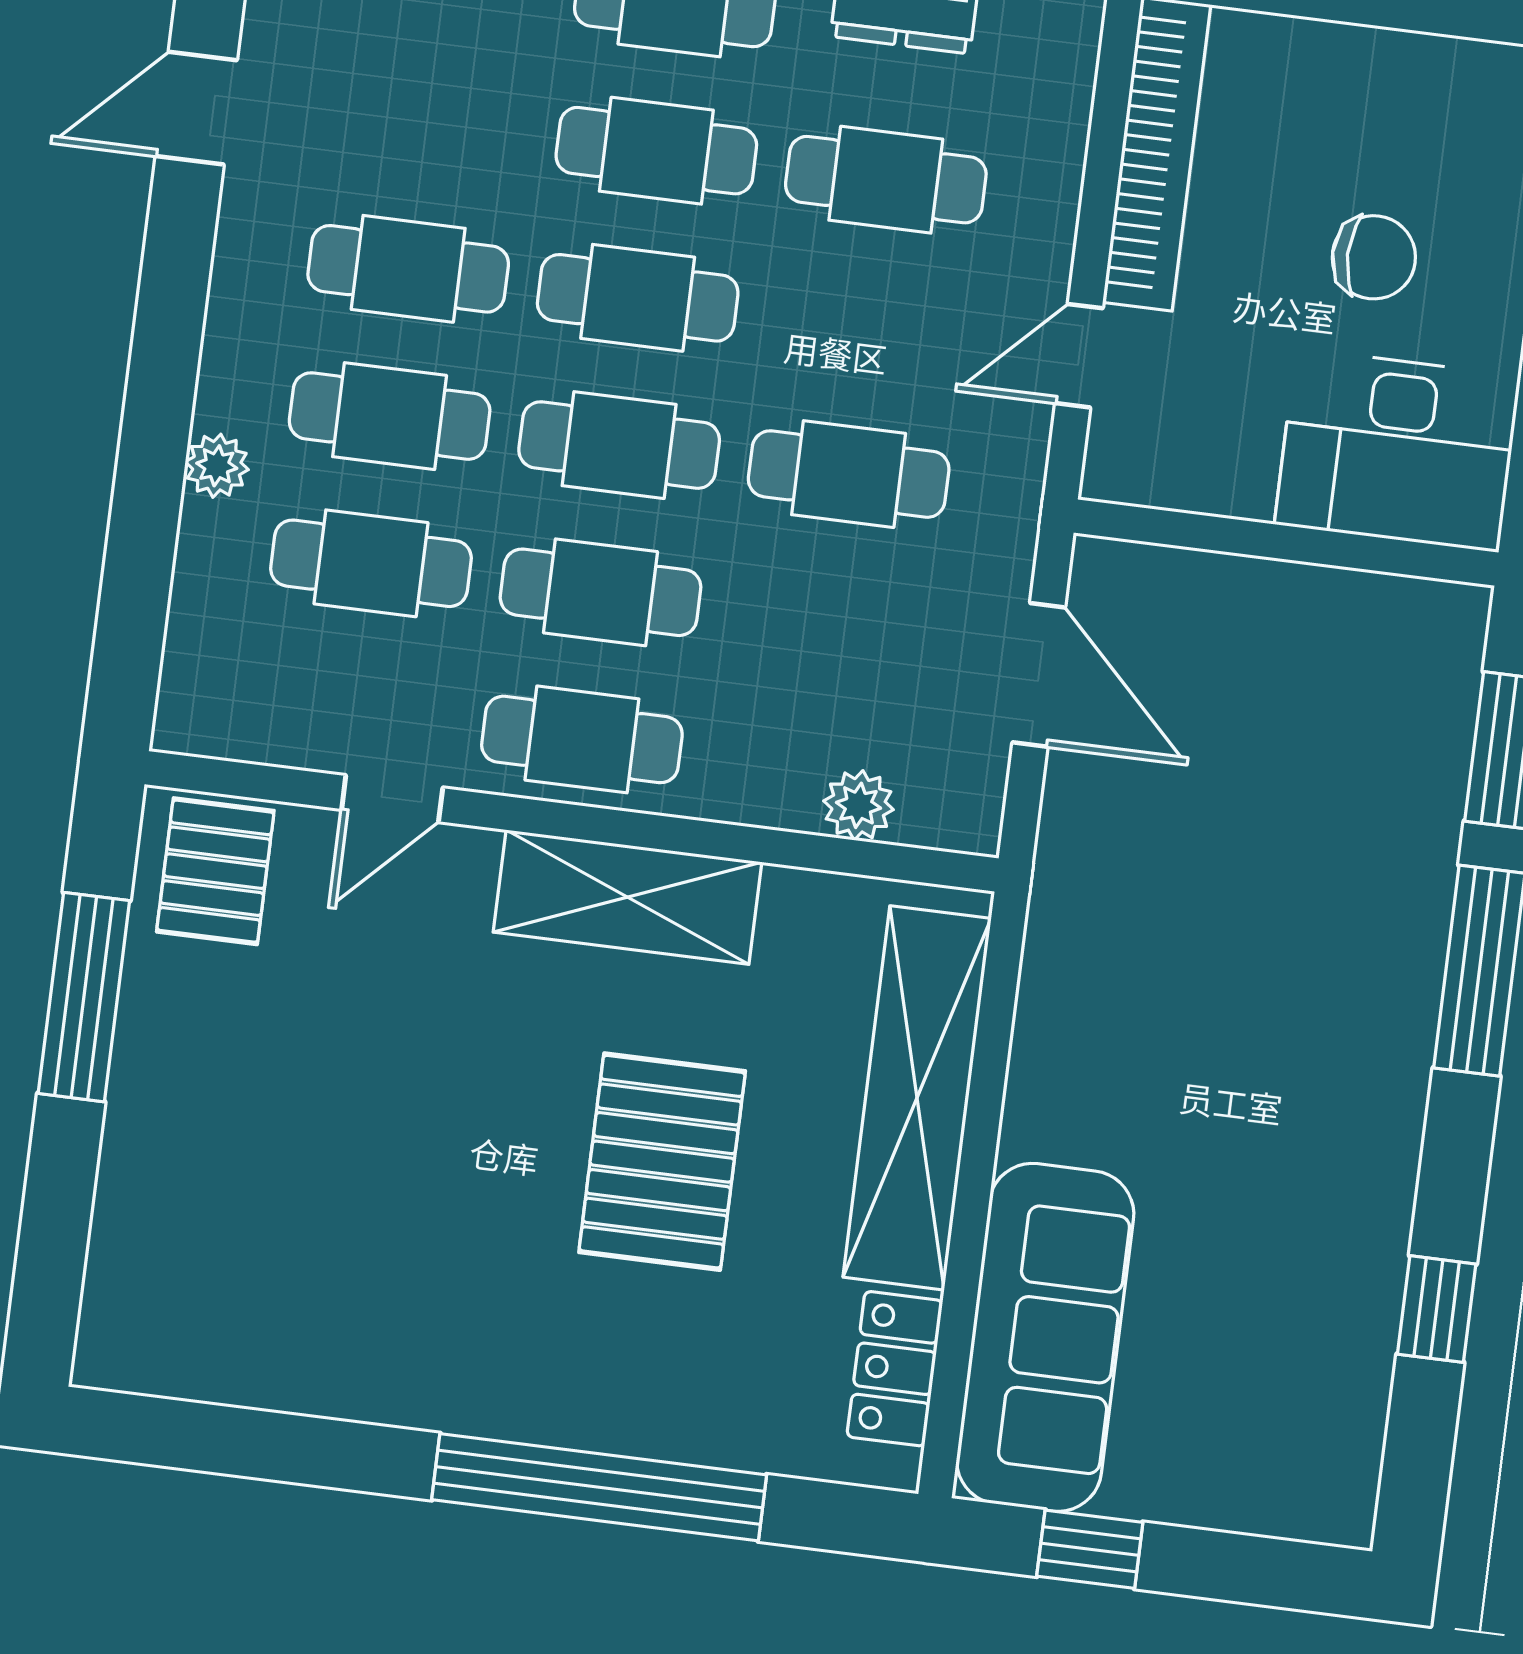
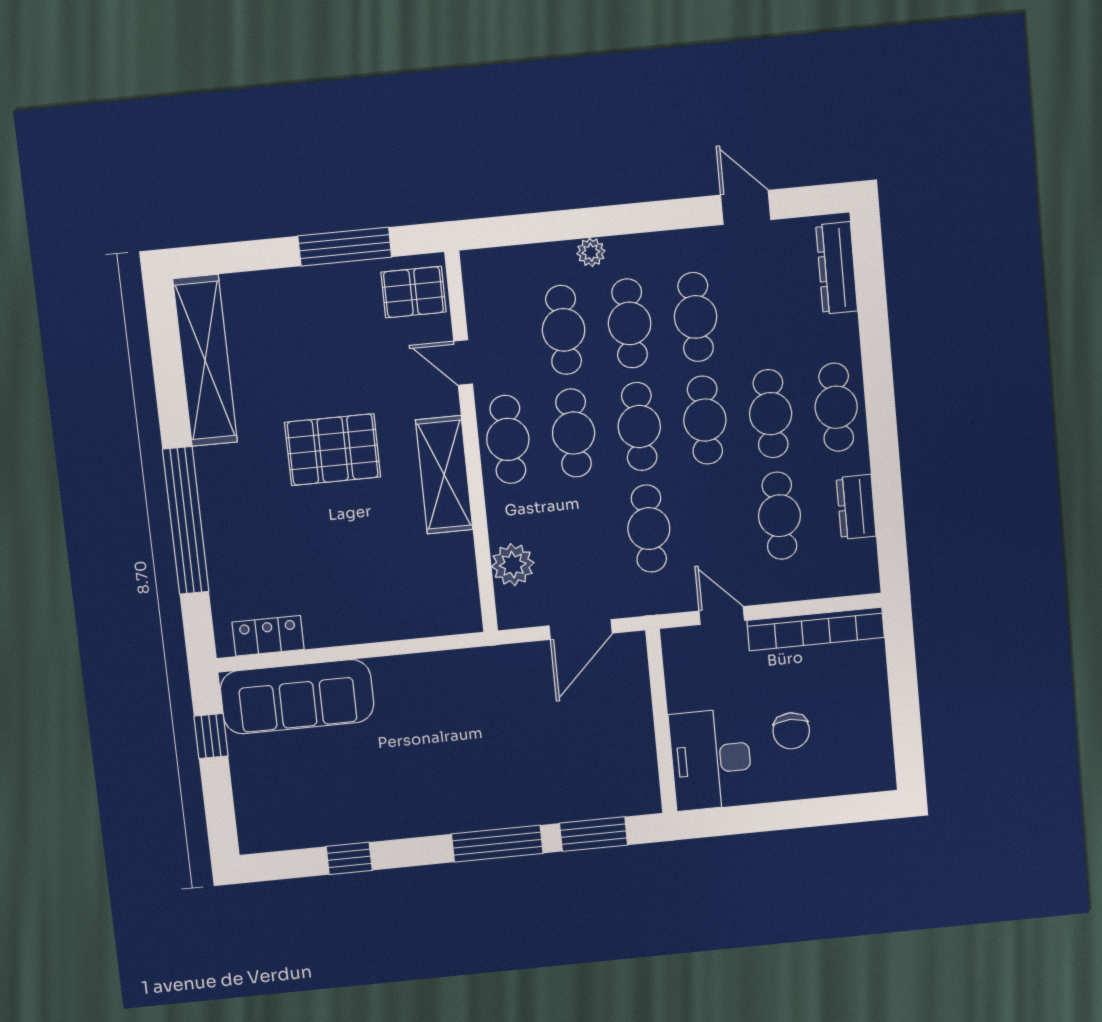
plant: (859, 805) -> (513, 565), width x1.38, depth x1.38
shelving: (917, 1098) -> (205, 361), moved, turned 90
pallet: (662, 1162) -> (333, 450), moved

